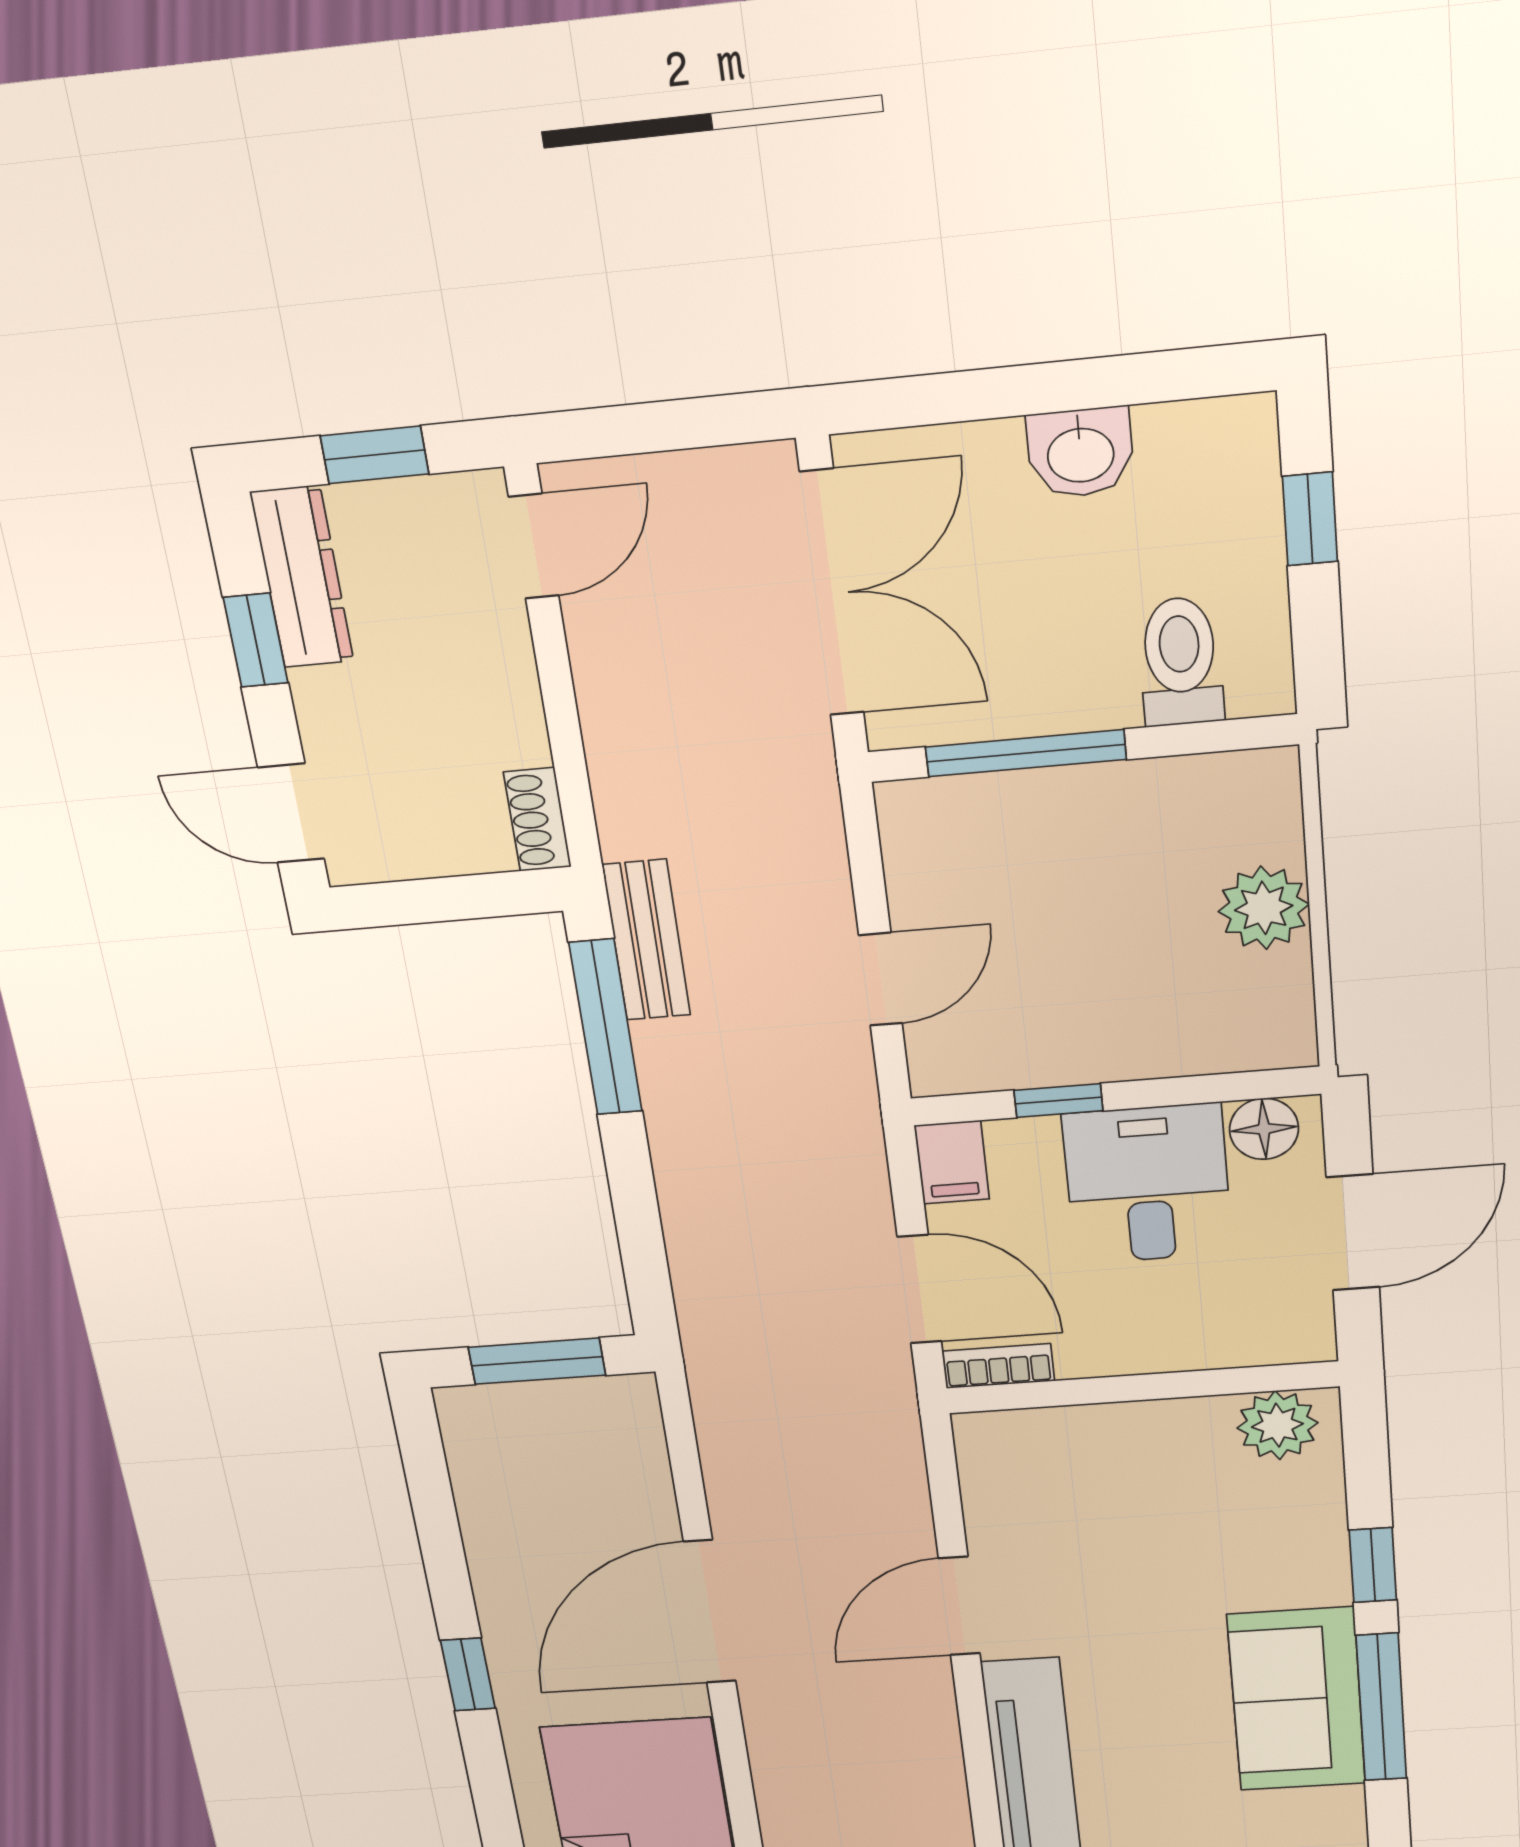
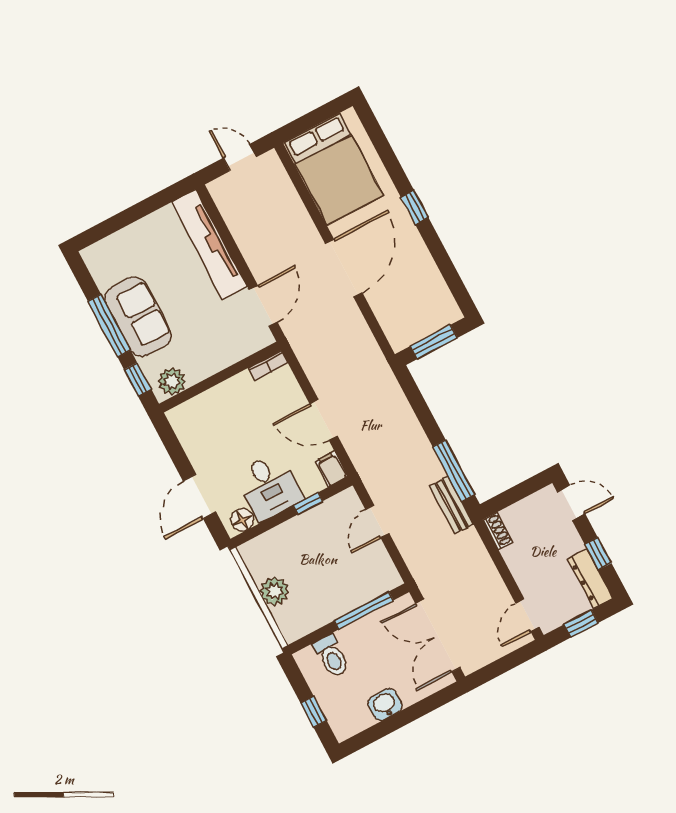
bookcase: (998, 1366) -> (268, 365), moved
wall: (1142, 1387) -> (220, 377), moved
plant: (1277, 1425) -> (172, 381), moved

